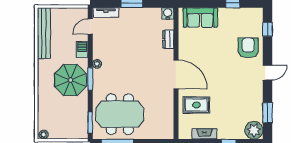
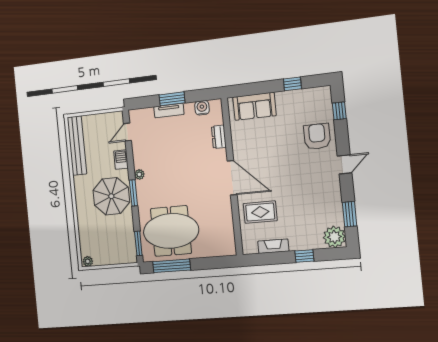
tv unit: (106, 12) -> (169, 110), moved
water cooler: (168, 14) -> (202, 108), moved

